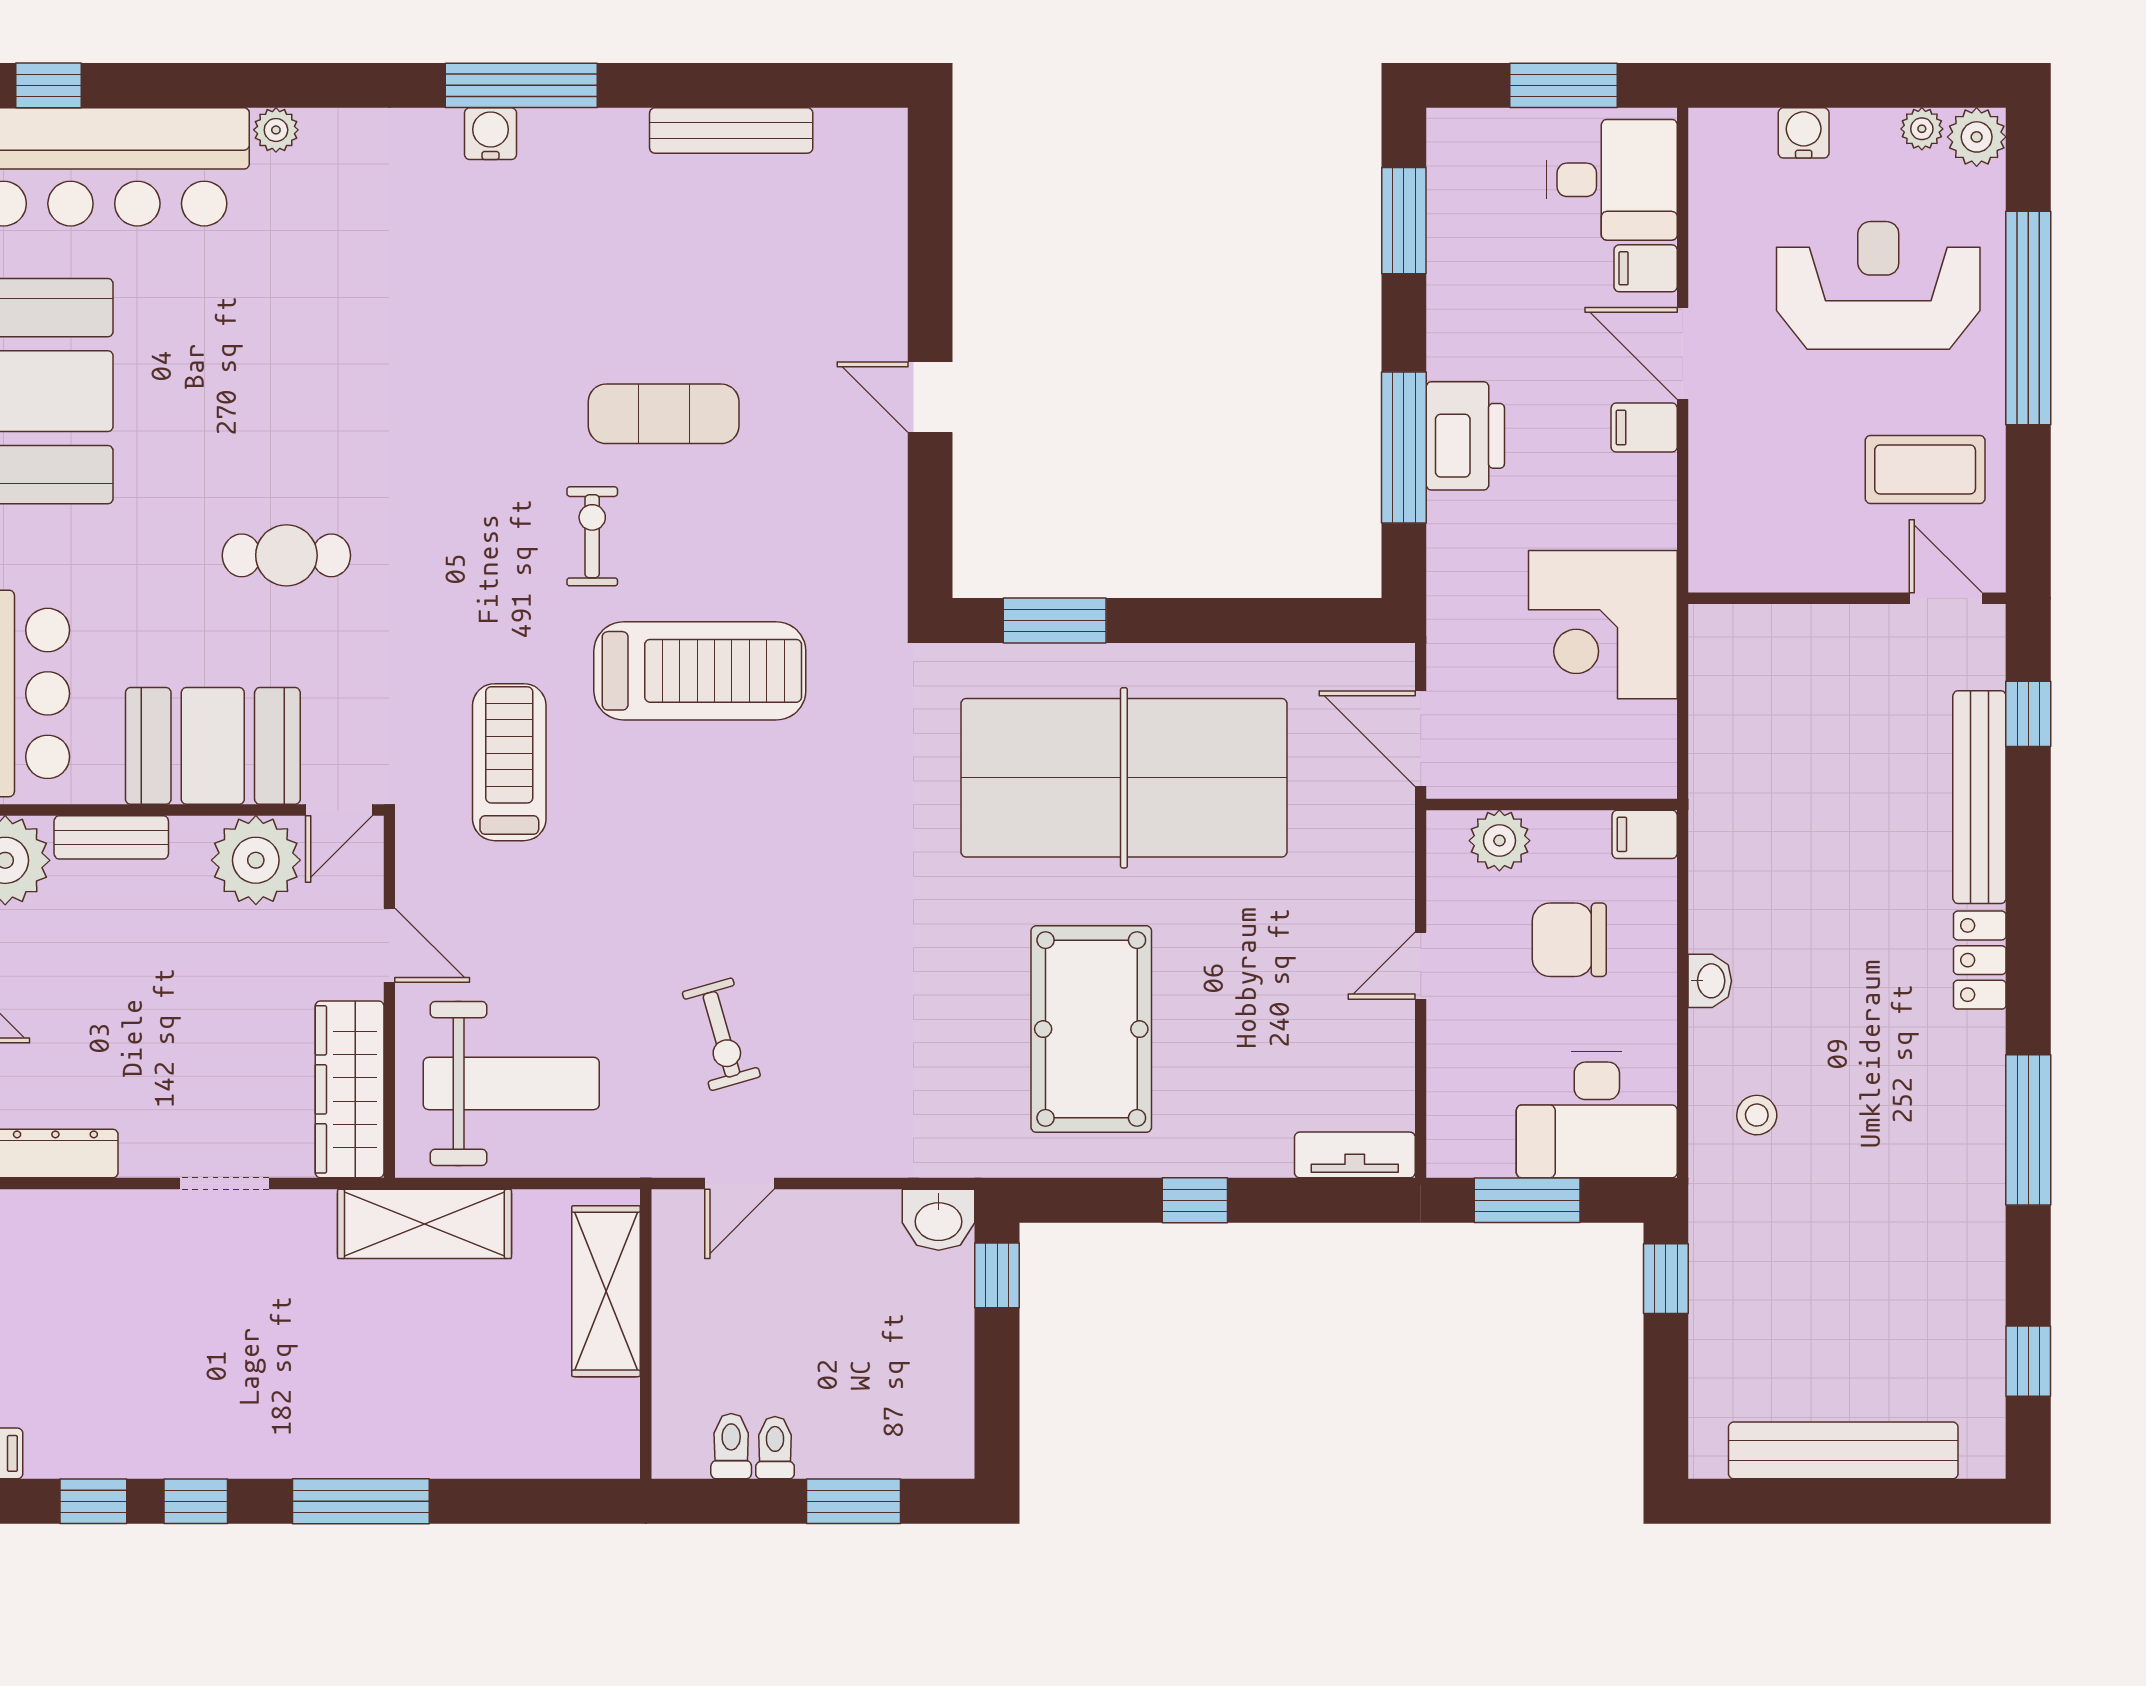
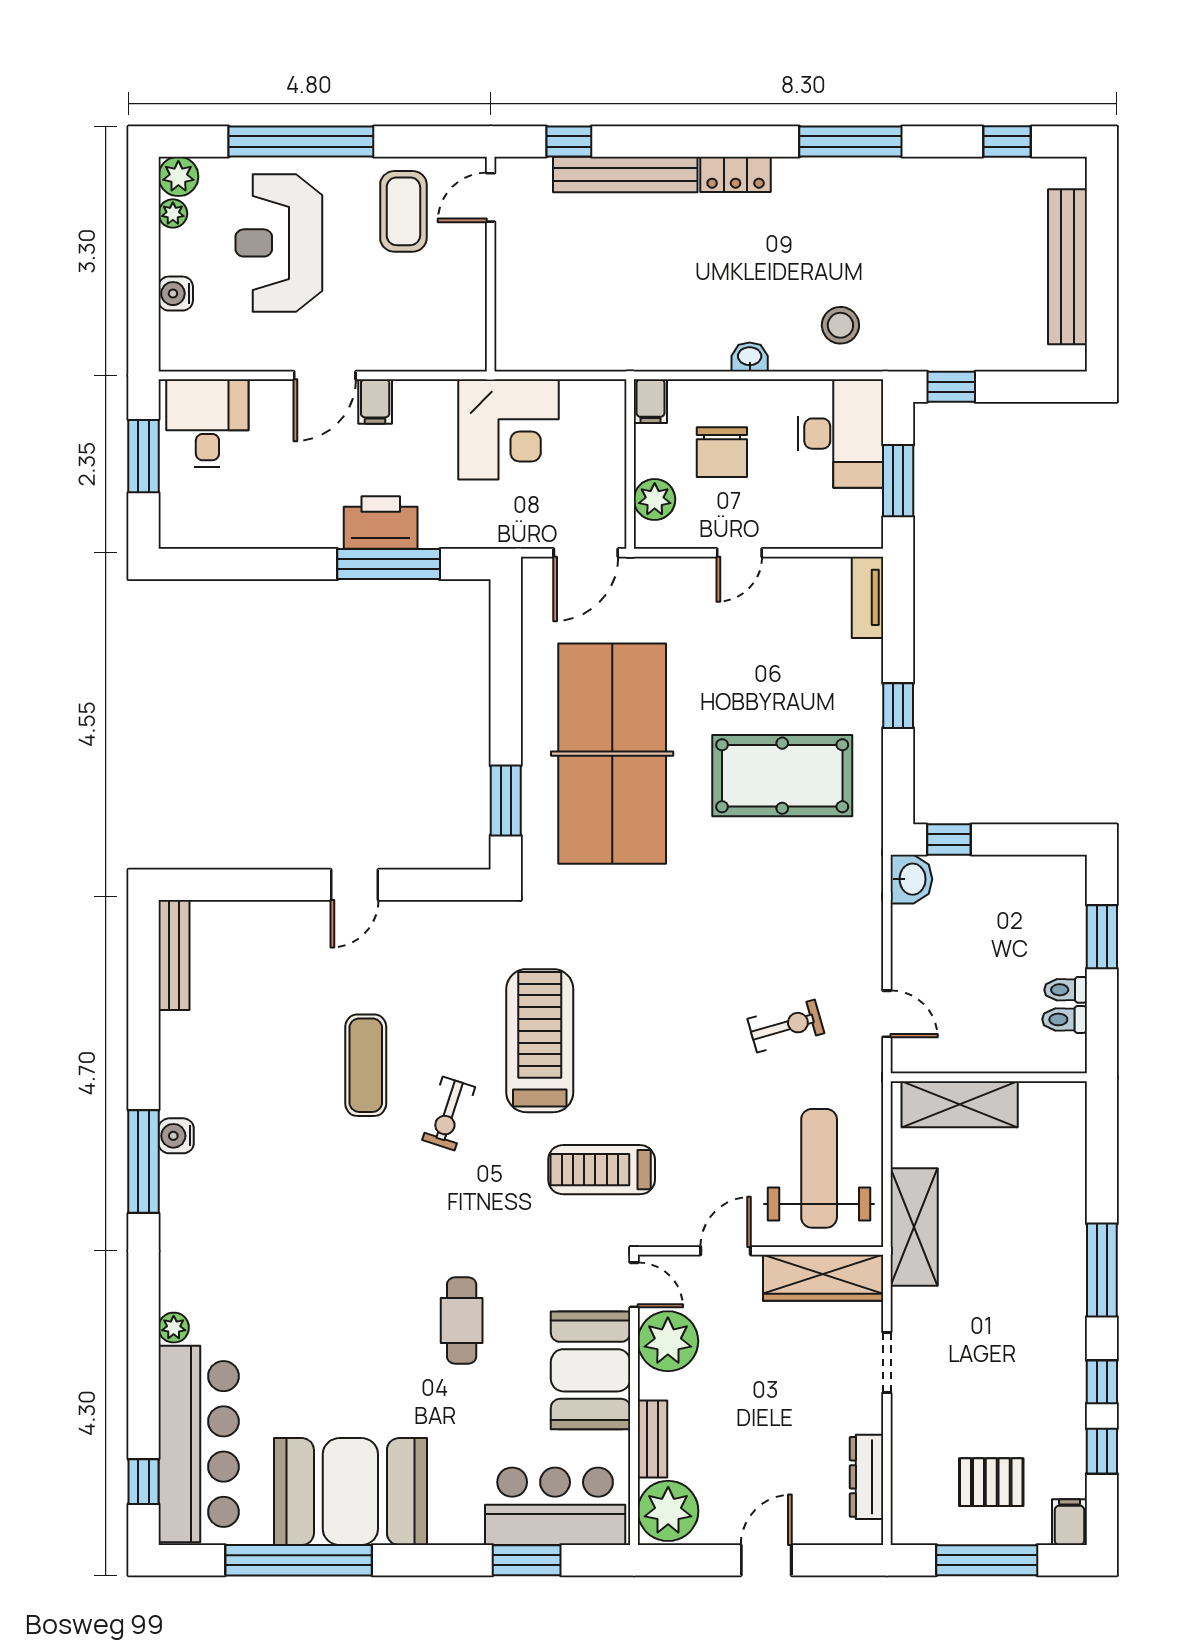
bench: (731, 130) -> (174, 955), moved
water cooler: (491, 134) -> (176, 1136), moved
window: (1404, 221) -> (235, 564), removed
filing cabinet: (1646, 268) -> (267, 401), removed
exercise bike: (592, 536) -> (449, 1114), turned -72
door: (1421, 966) -> (739, 553), hinge flipped
stool: (1757, 1115) -> (840, 325), width x1.37, depth x1.37
pallet: (48, 1338) -> (991, 1482), added

